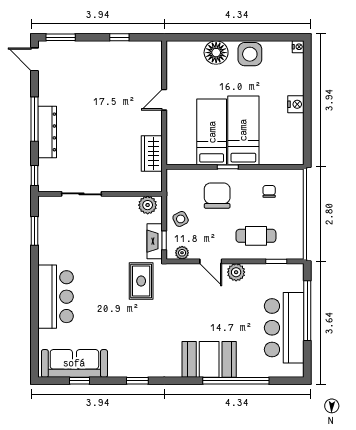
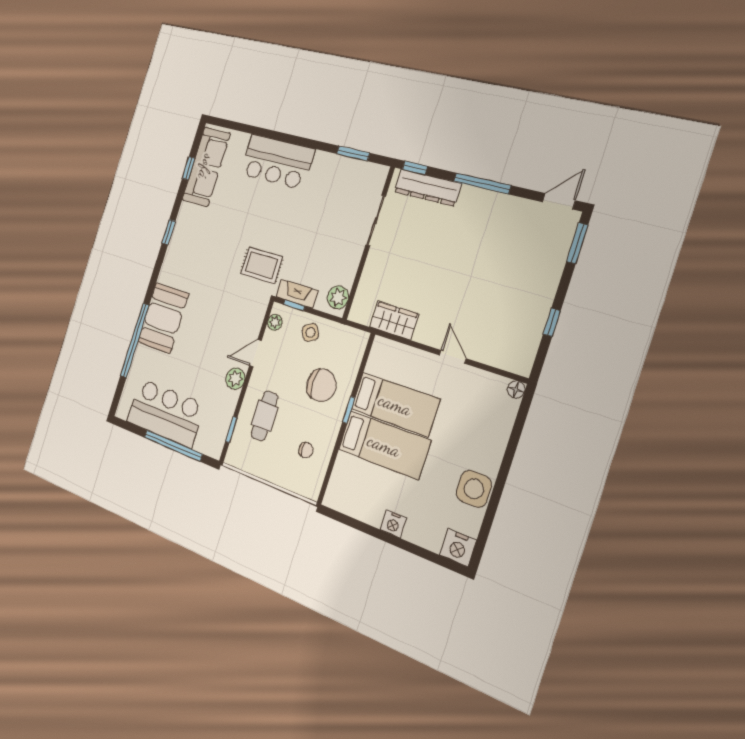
nightstand: (298, 47) -> (458, 548), width x1.89, depth x1.79
floor lamp: (216, 53) -> (516, 390), moved, width x0.53, depth x0.53
dresser: (47, 132) -> (428, 188), moved

